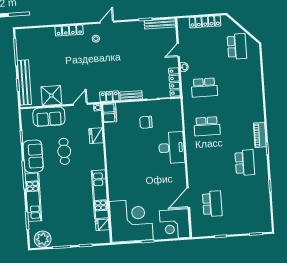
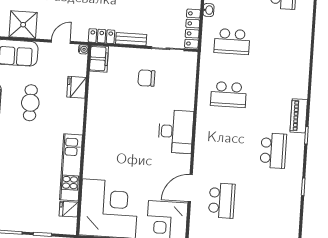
desk: (172, 148) -> (176, 132), moved

